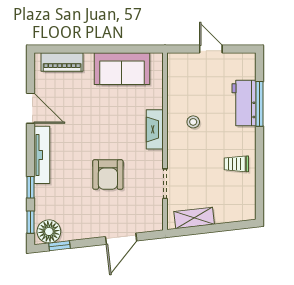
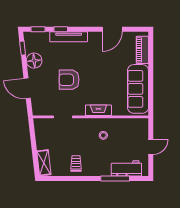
sofa: (122, 69) -> (138, 89), width x1.36
workbench: (244, 103) -> (126, 168), moved
tv unit: (42, 155) -> (69, 37), moved
shelving: (194, 218) -> (44, 163), moved
floor lamp: (49, 231) -> (34, 61), moved

